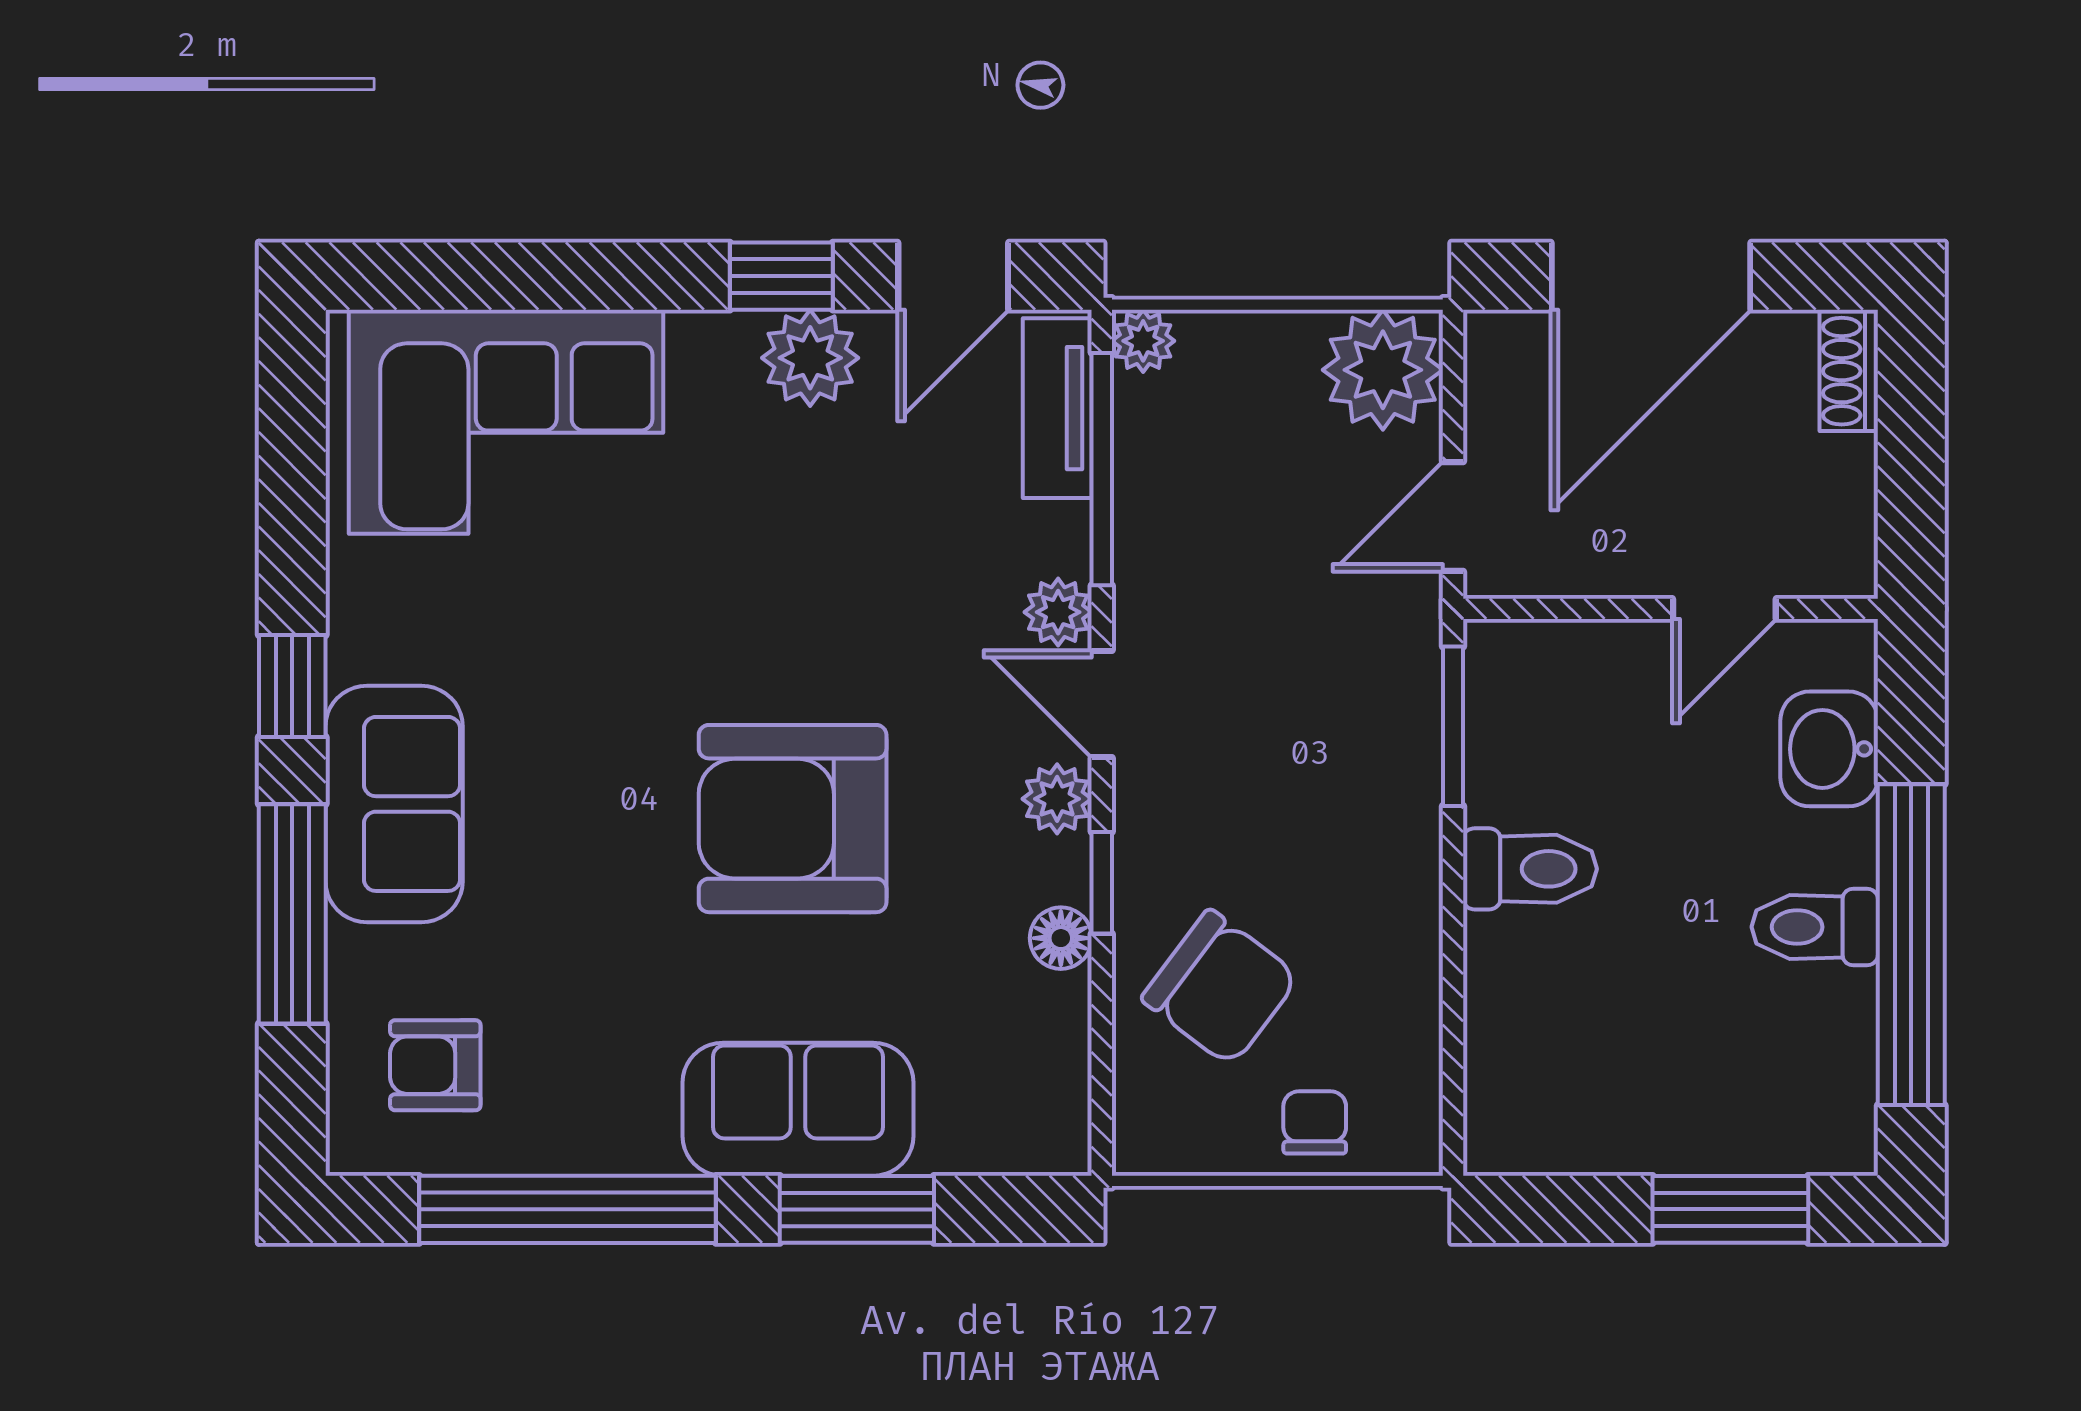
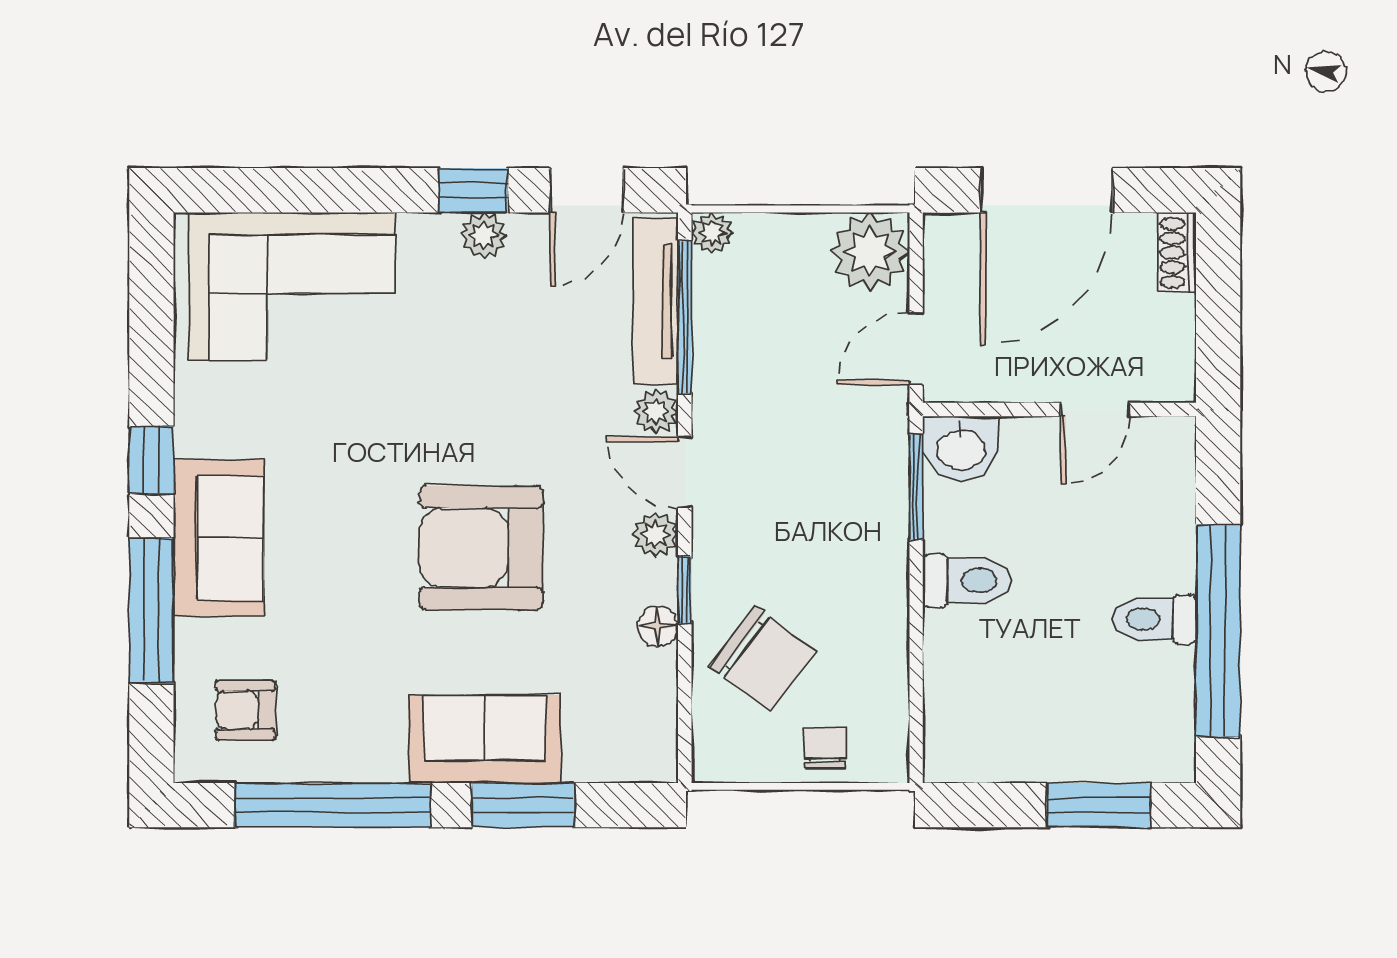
plant: (810, 358) -> (484, 235), width x0.73, depth x0.73
tv unit: (1057, 408) -> (655, 301), width x1.41
washbasin: (1829, 749) -> (961, 448), moved, turned -90

